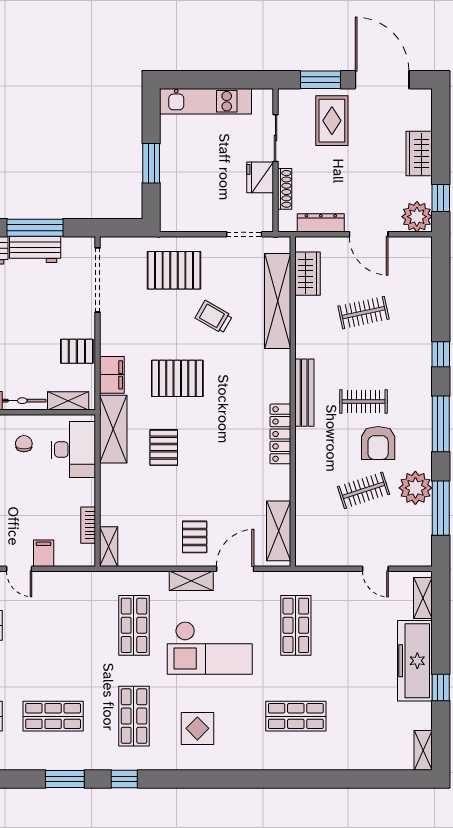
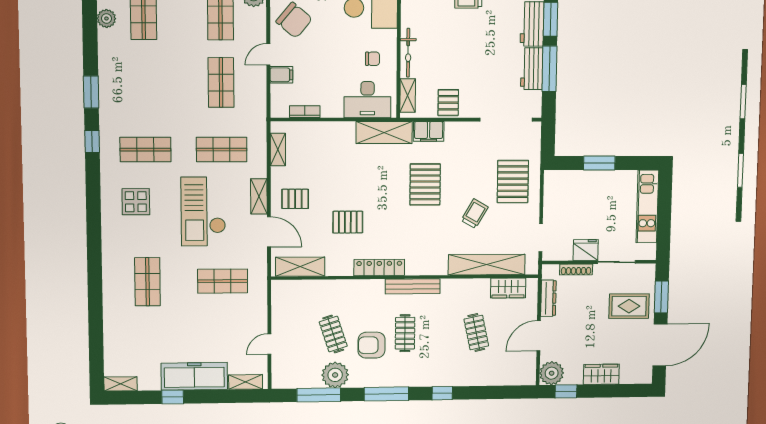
pallet: (164, 448) -> (348, 222), moved
shelving: (109, 547) -> (278, 150), moved, turned 90
shop shelf: (53, 716) -> (221, 83), moved

